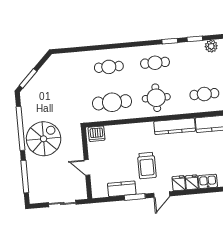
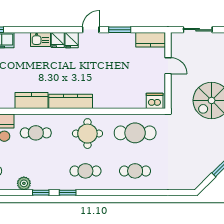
trolley: (147, 166) -> (104, 62), removed
kitchen counter: (122, 189) -> (151, 40), moved

